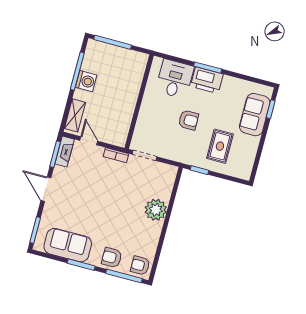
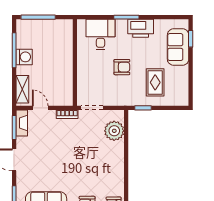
printer: (207, 80) -> (141, 28), moved
plant: (156, 210) -> (114, 131), moved

